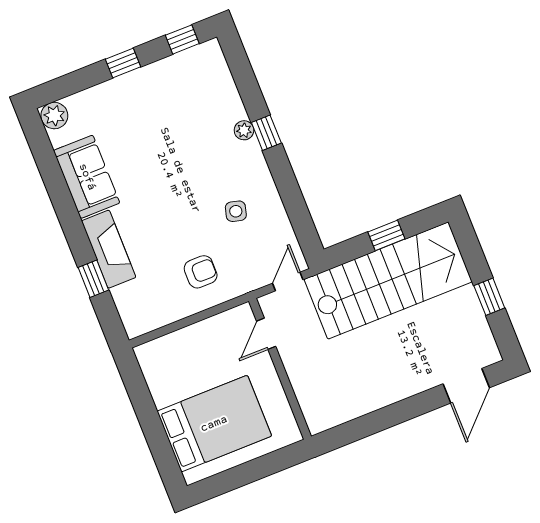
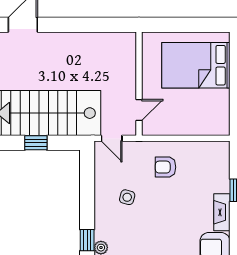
fireplace: (109, 249) -> (222, 212), width x0.73, depth x0.76
door: (288, 281) -> (112, 138), hinge flipped

